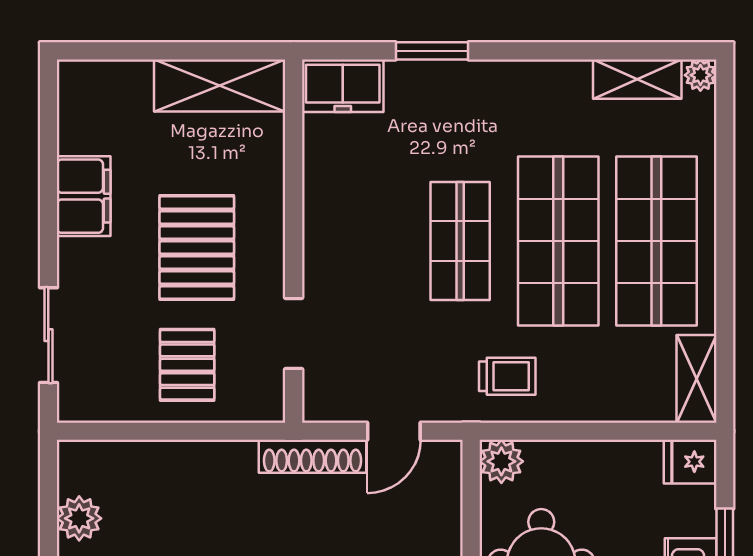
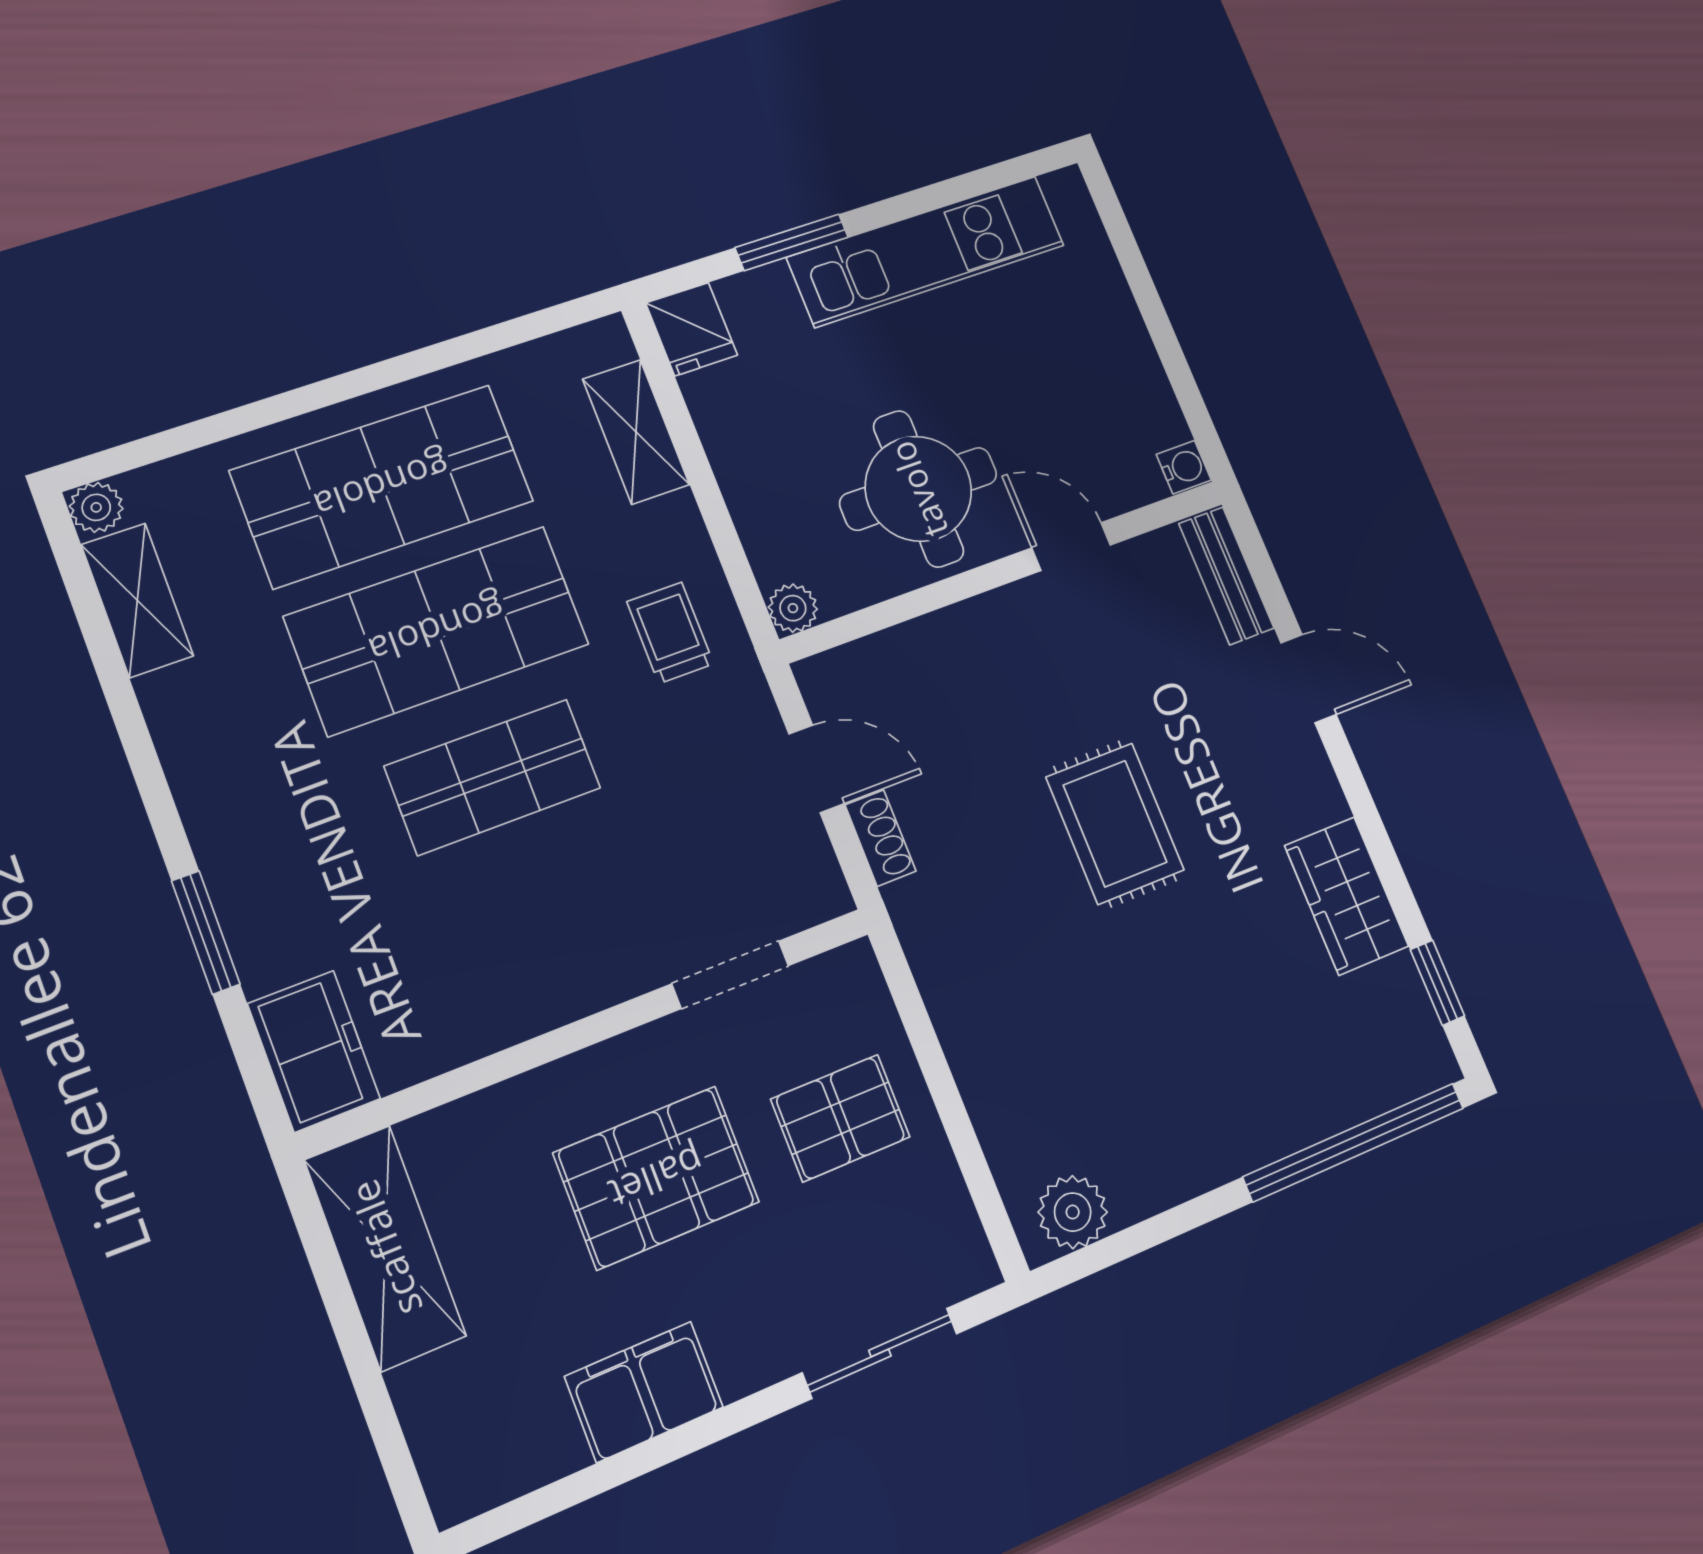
shelving: (696, 379) -> (636, 432), moved, turned 90
shoe rack: (312, 456) -> (880, 838), width x0.51, depth x0.81
plant: (501, 461) -> (793, 608), width x0.73, depth x0.73
plant: (79, 518) -> (1073, 1212), moved

